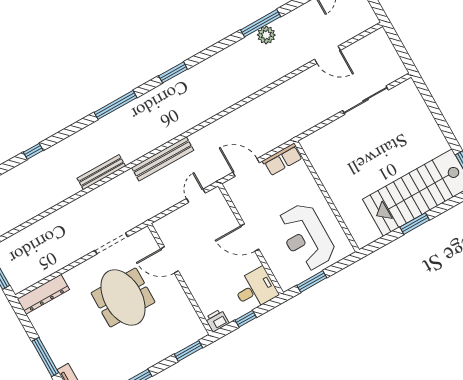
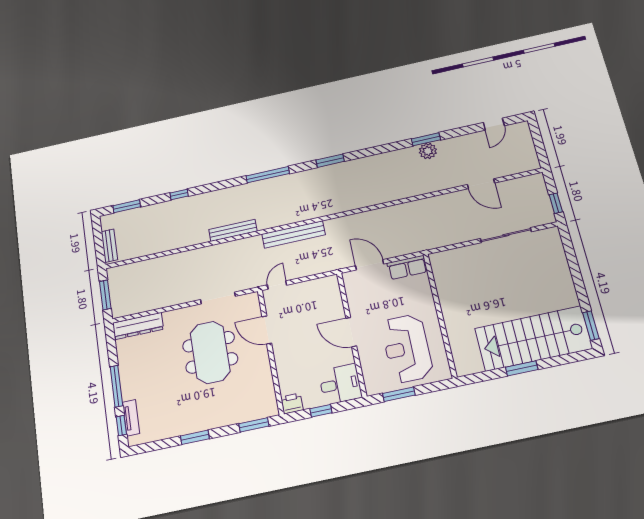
window: (261, 23) -> (426, 139), width x0.69
window: (403, 54) -> (556, 203), added
door: (196, 196) -> (277, 285), moved

